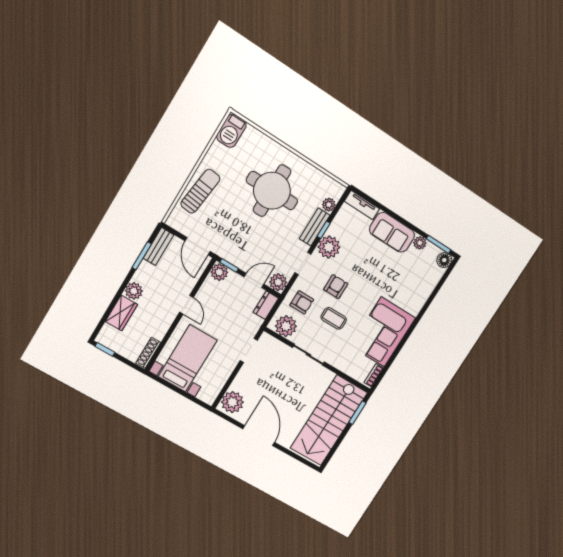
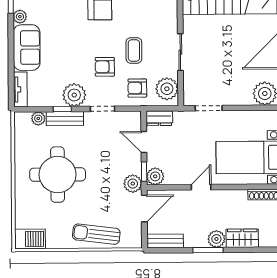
window: (142, 256) -> (208, 250), moved
plant: (278, 282) -> (133, 184), moved
armchair: (302, 302) -> (137, 88), turned -90

